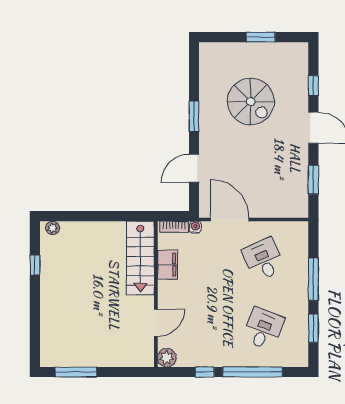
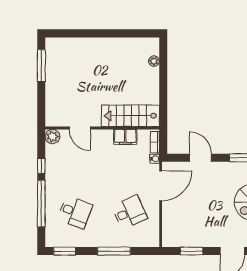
plant: (53, 228) -> (154, 61), moved
window: (35, 265) -> (125, 33), removed
window: (313, 328) -> (65, 251), moved

